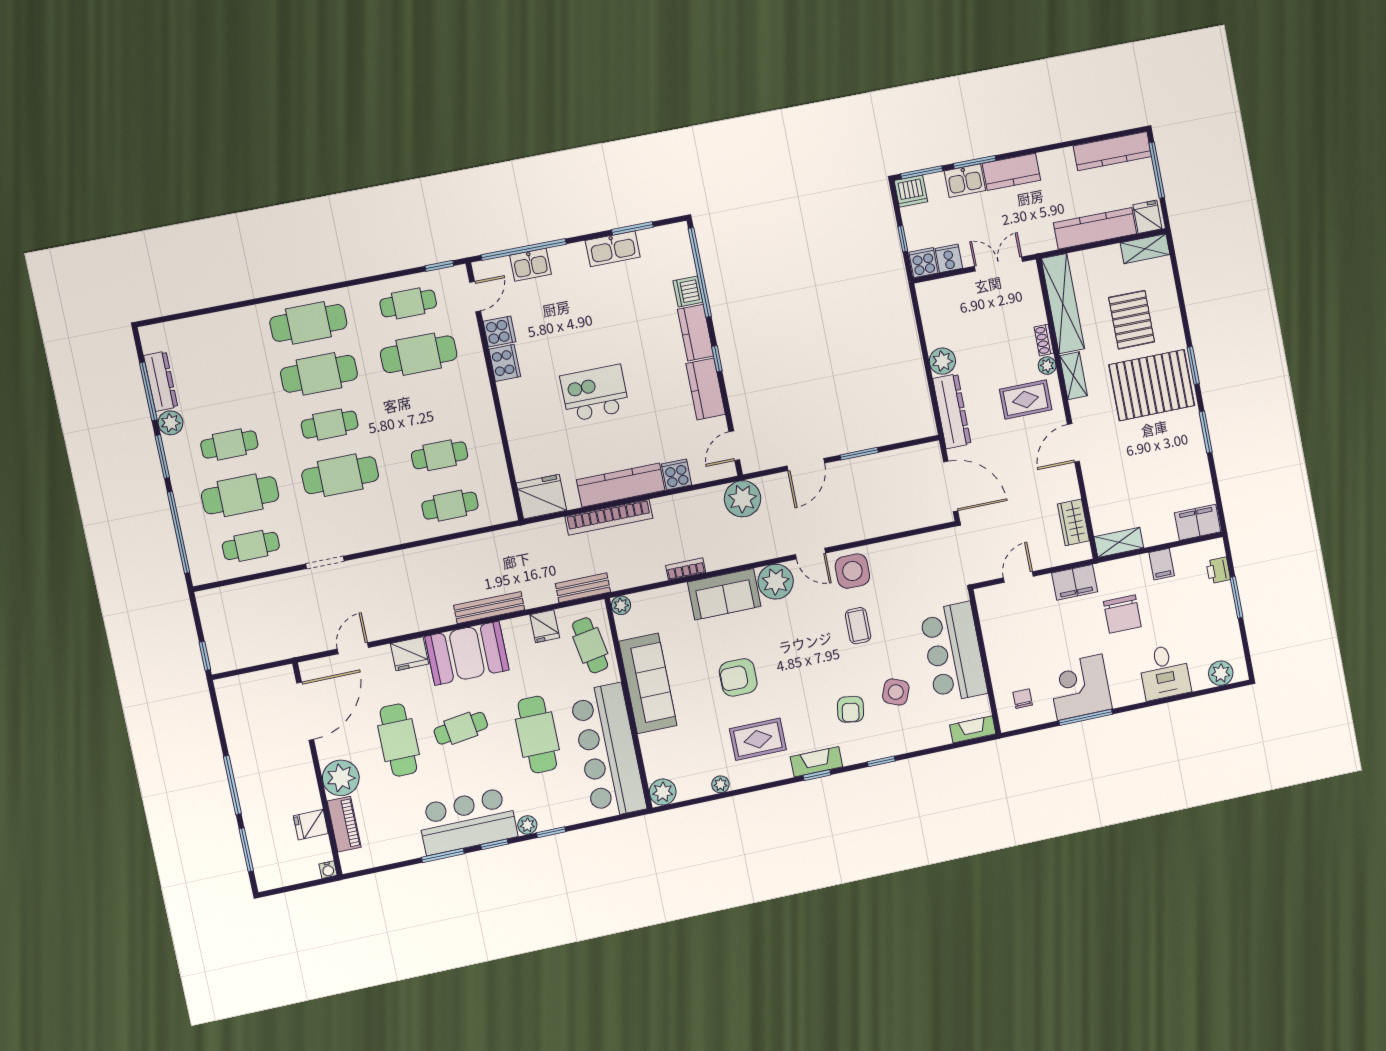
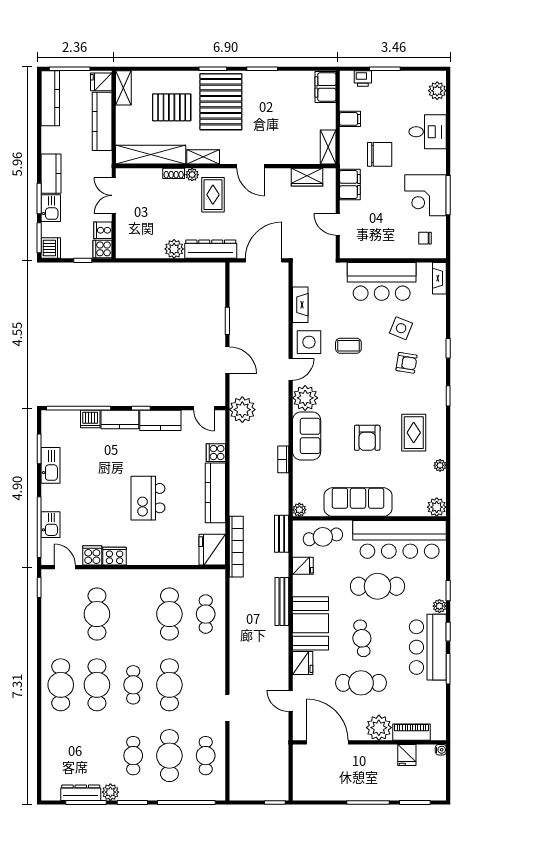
cafe table: (408, 303) -> (61, 614), removed
cafe table: (440, 455) -> (169, 614), width x1.37, depth x1.35
bookcase: (609, 517) -> (236, 547), moved
fireplace: (816, 762) -> (300, 305), moved, turned 180

